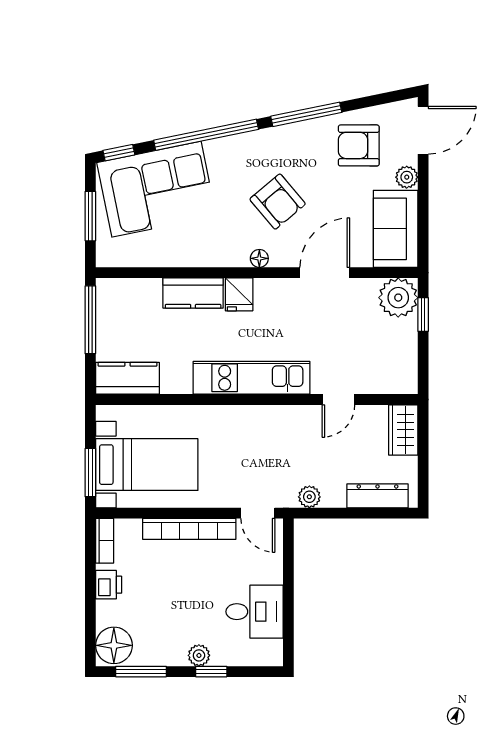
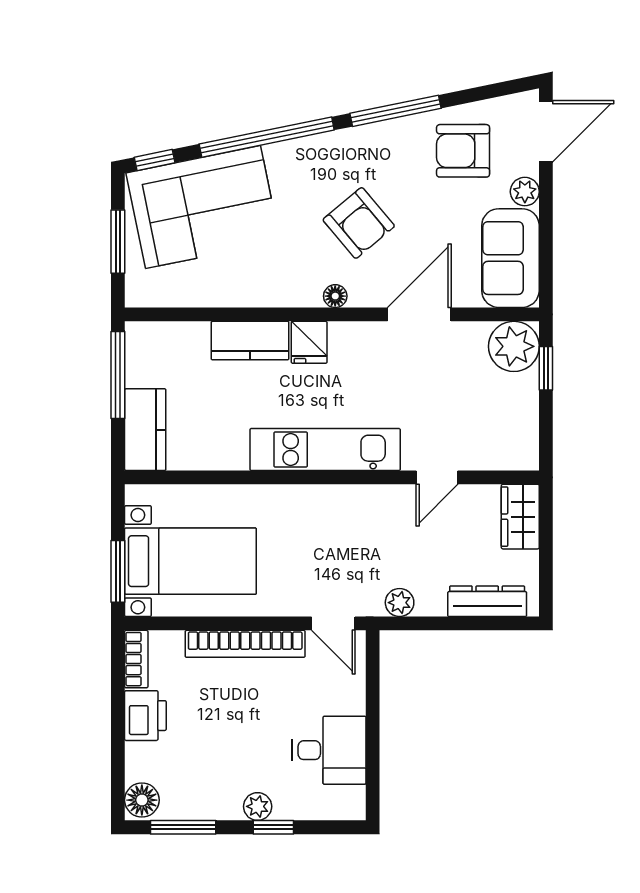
kitchen counter: (127, 378) -> (145, 430), moved, turned 90
printer: (109, 585) -> (145, 716), width x1.36, depth x1.24
floor lamp: (114, 645) -> (142, 800), width x0.73, depth x0.73

